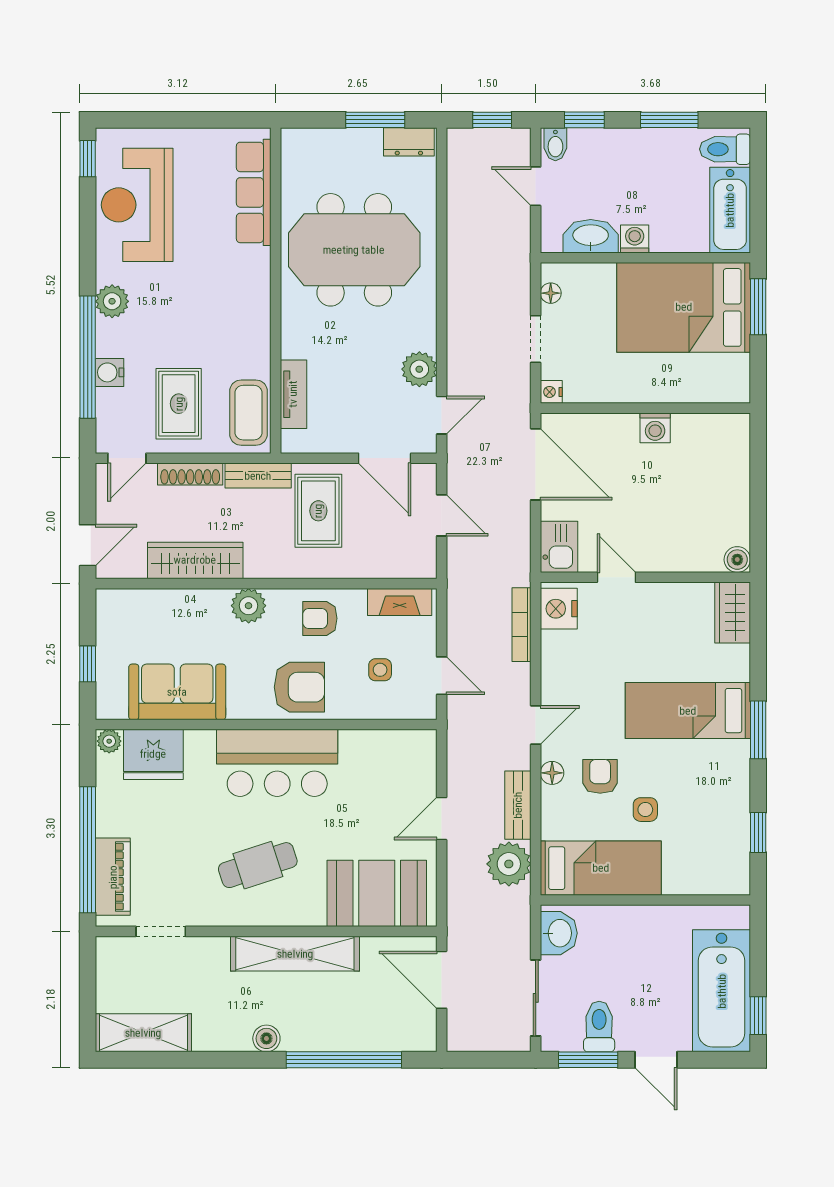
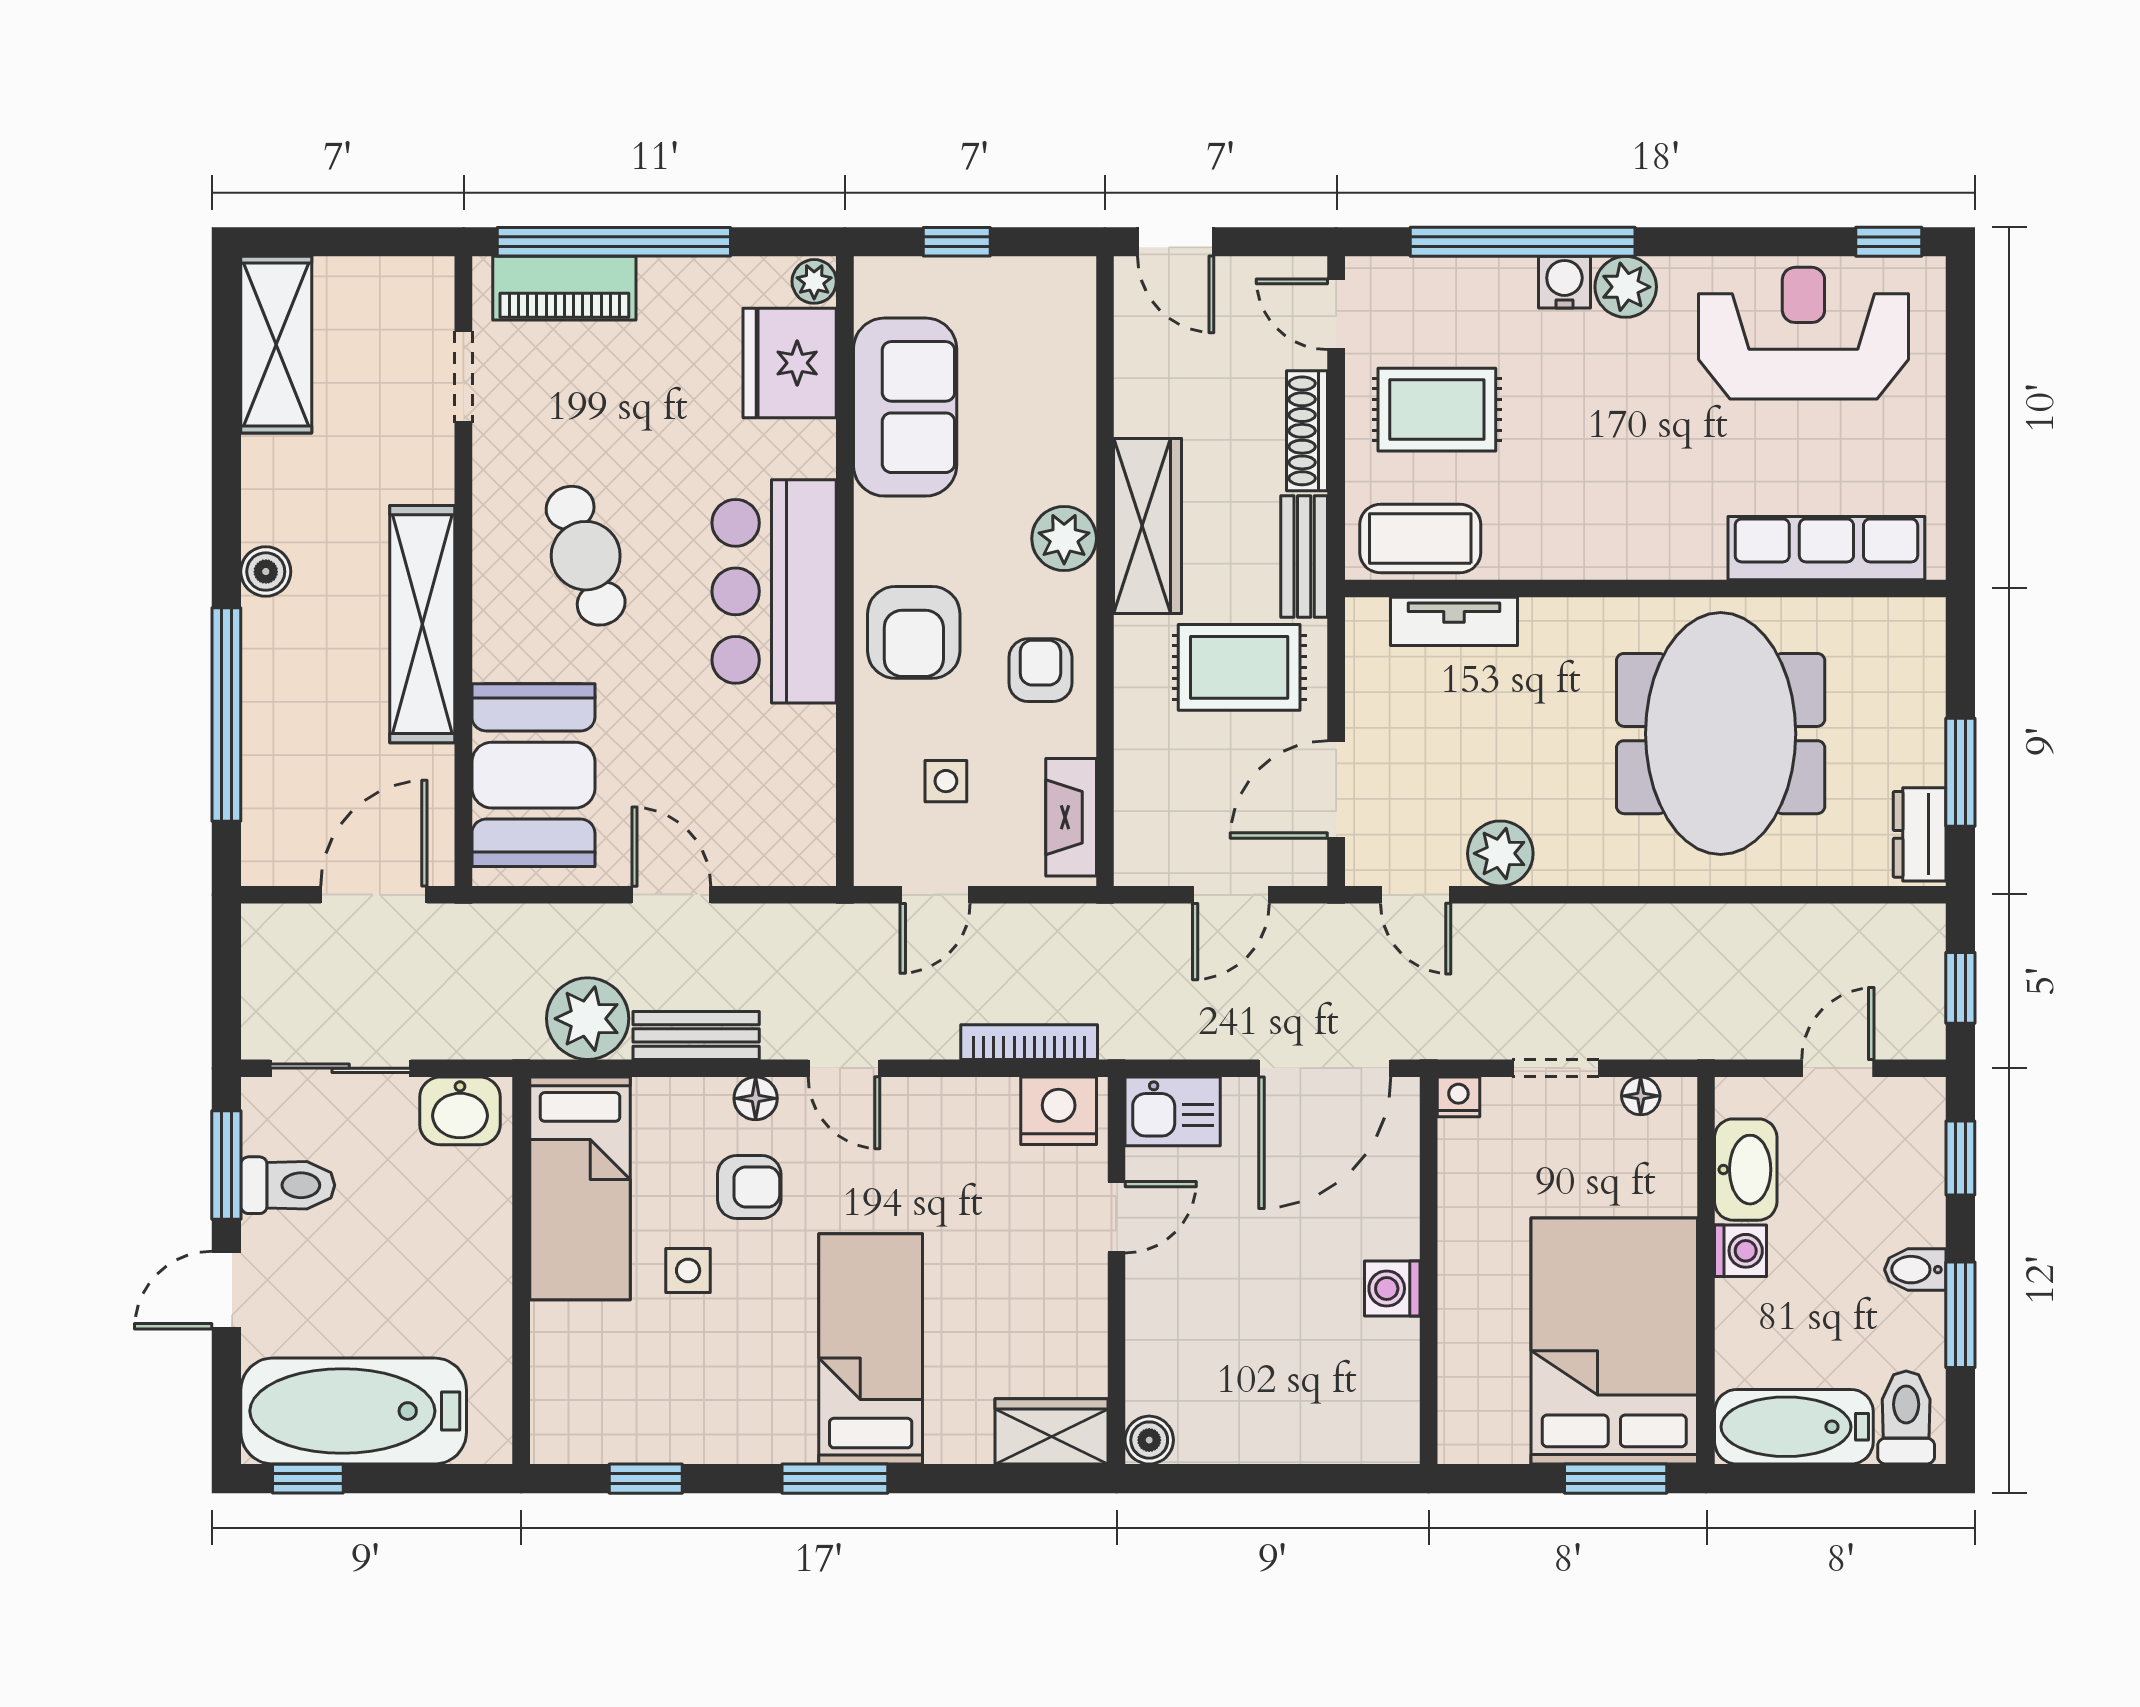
bidet: (555, 144) -> (1915, 1270), moved
water cooler: (110, 372) -> (1564, 282), moved
wardrobe: (195, 560) -> (1147, 526), moved

